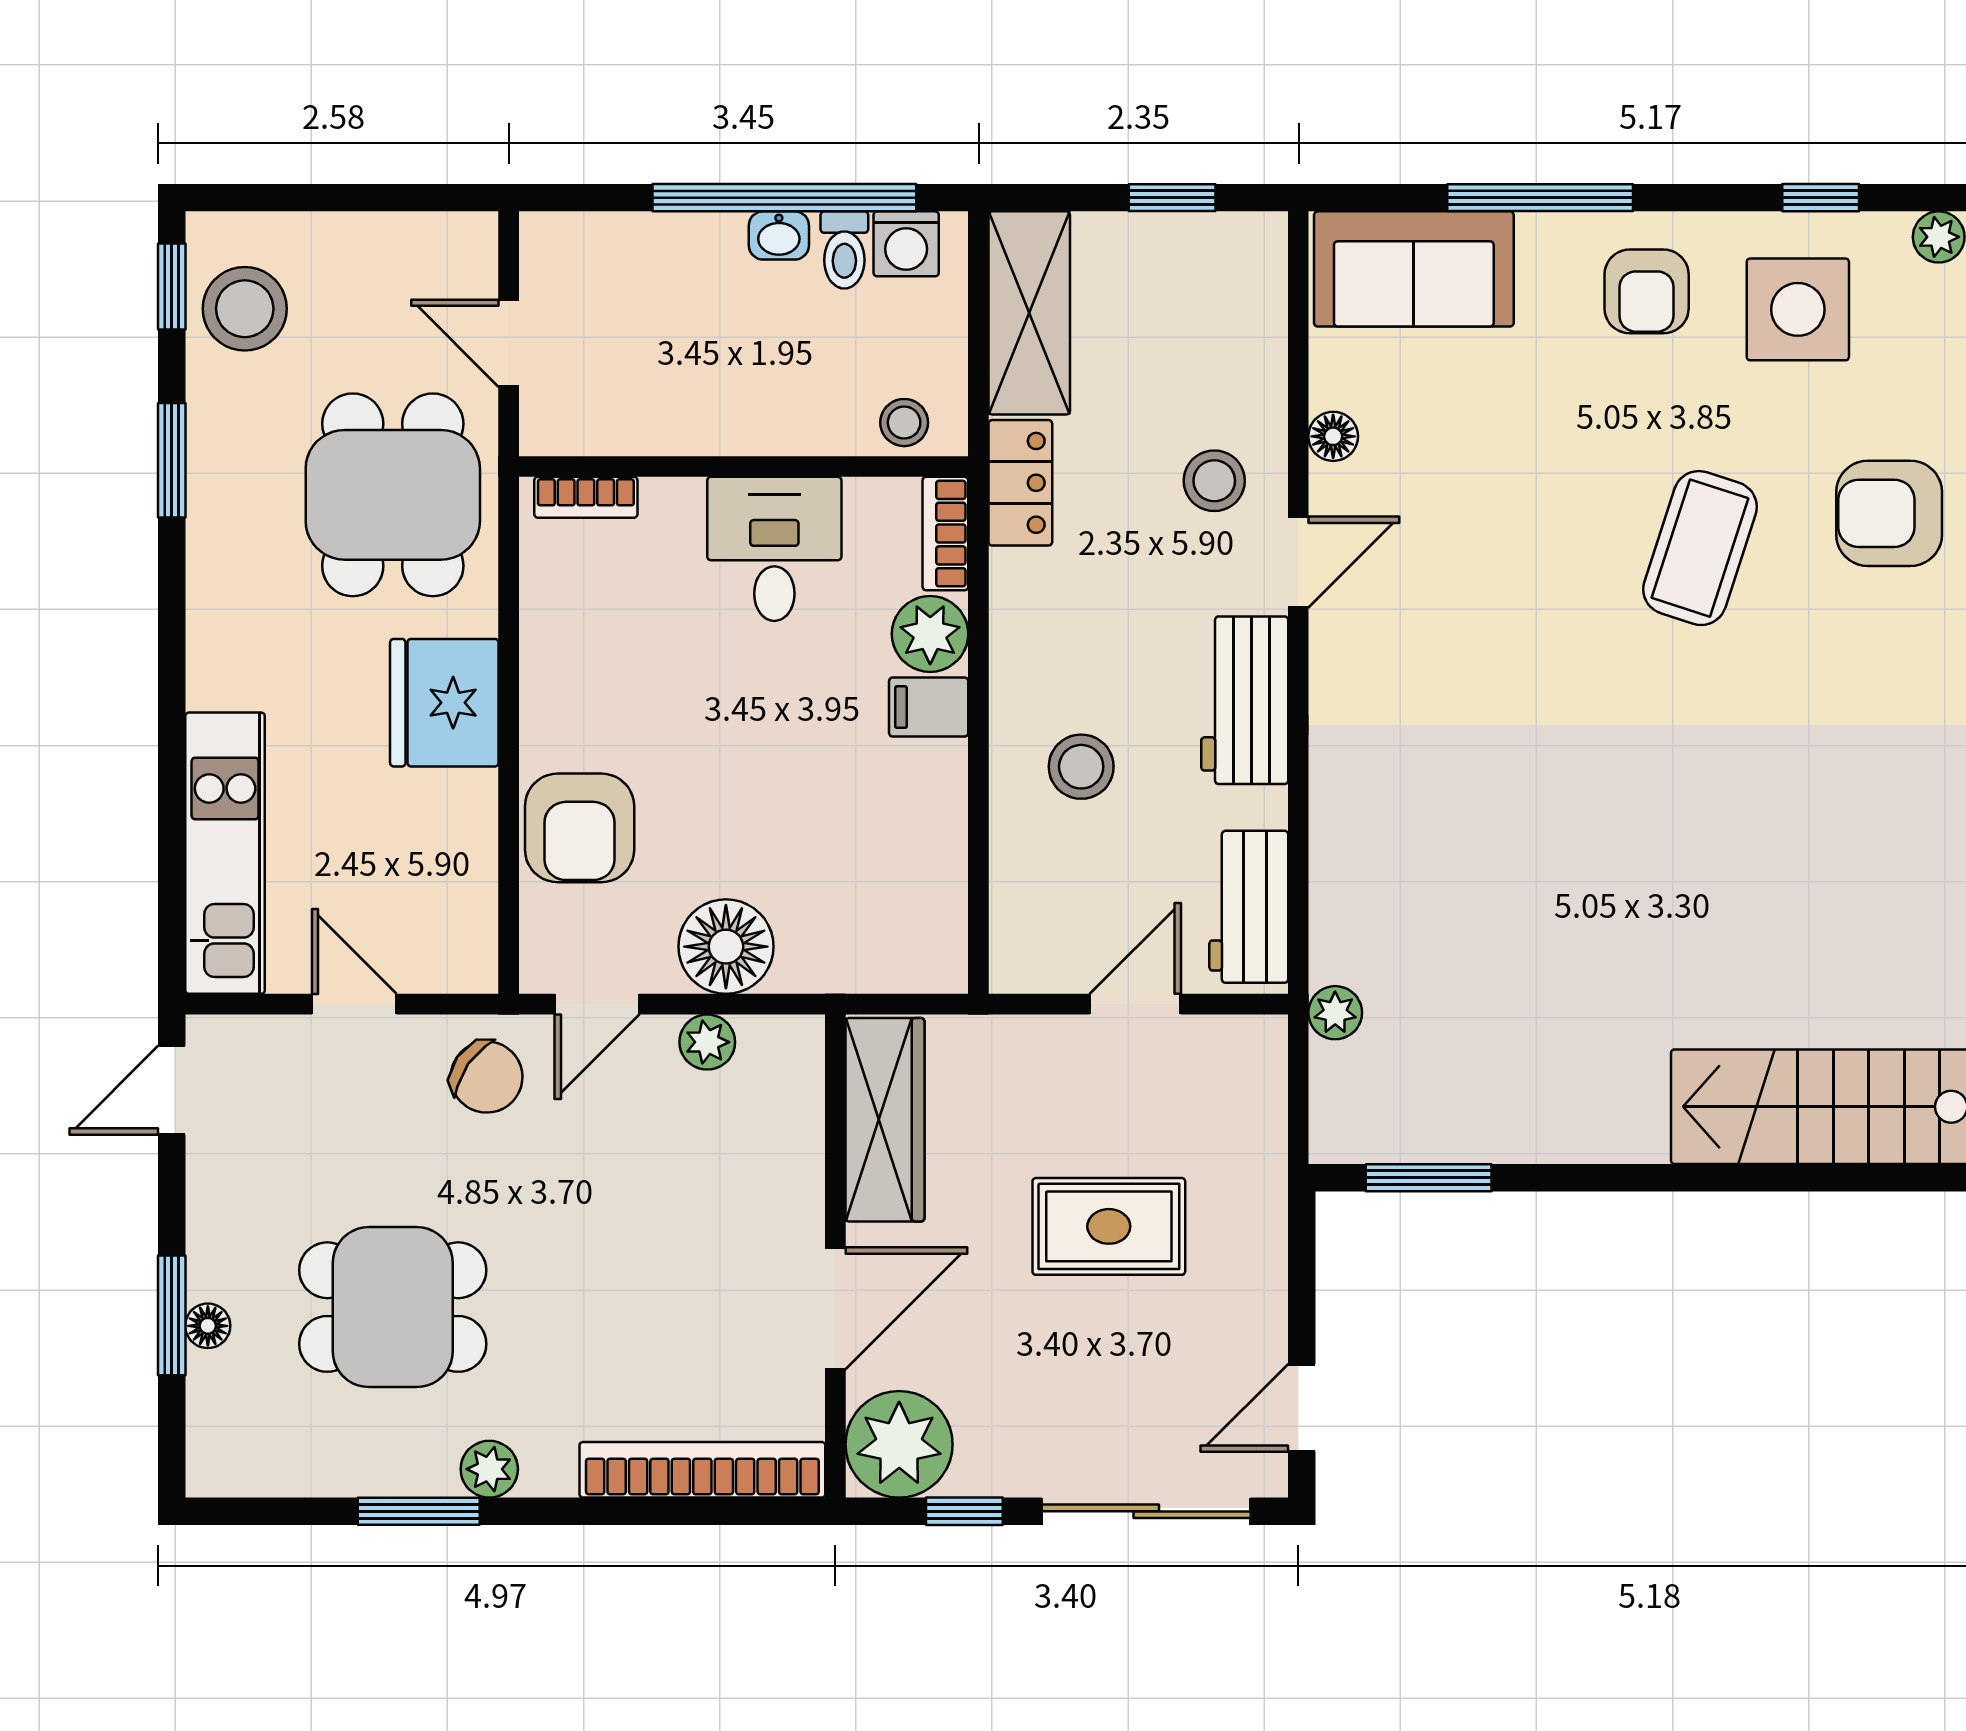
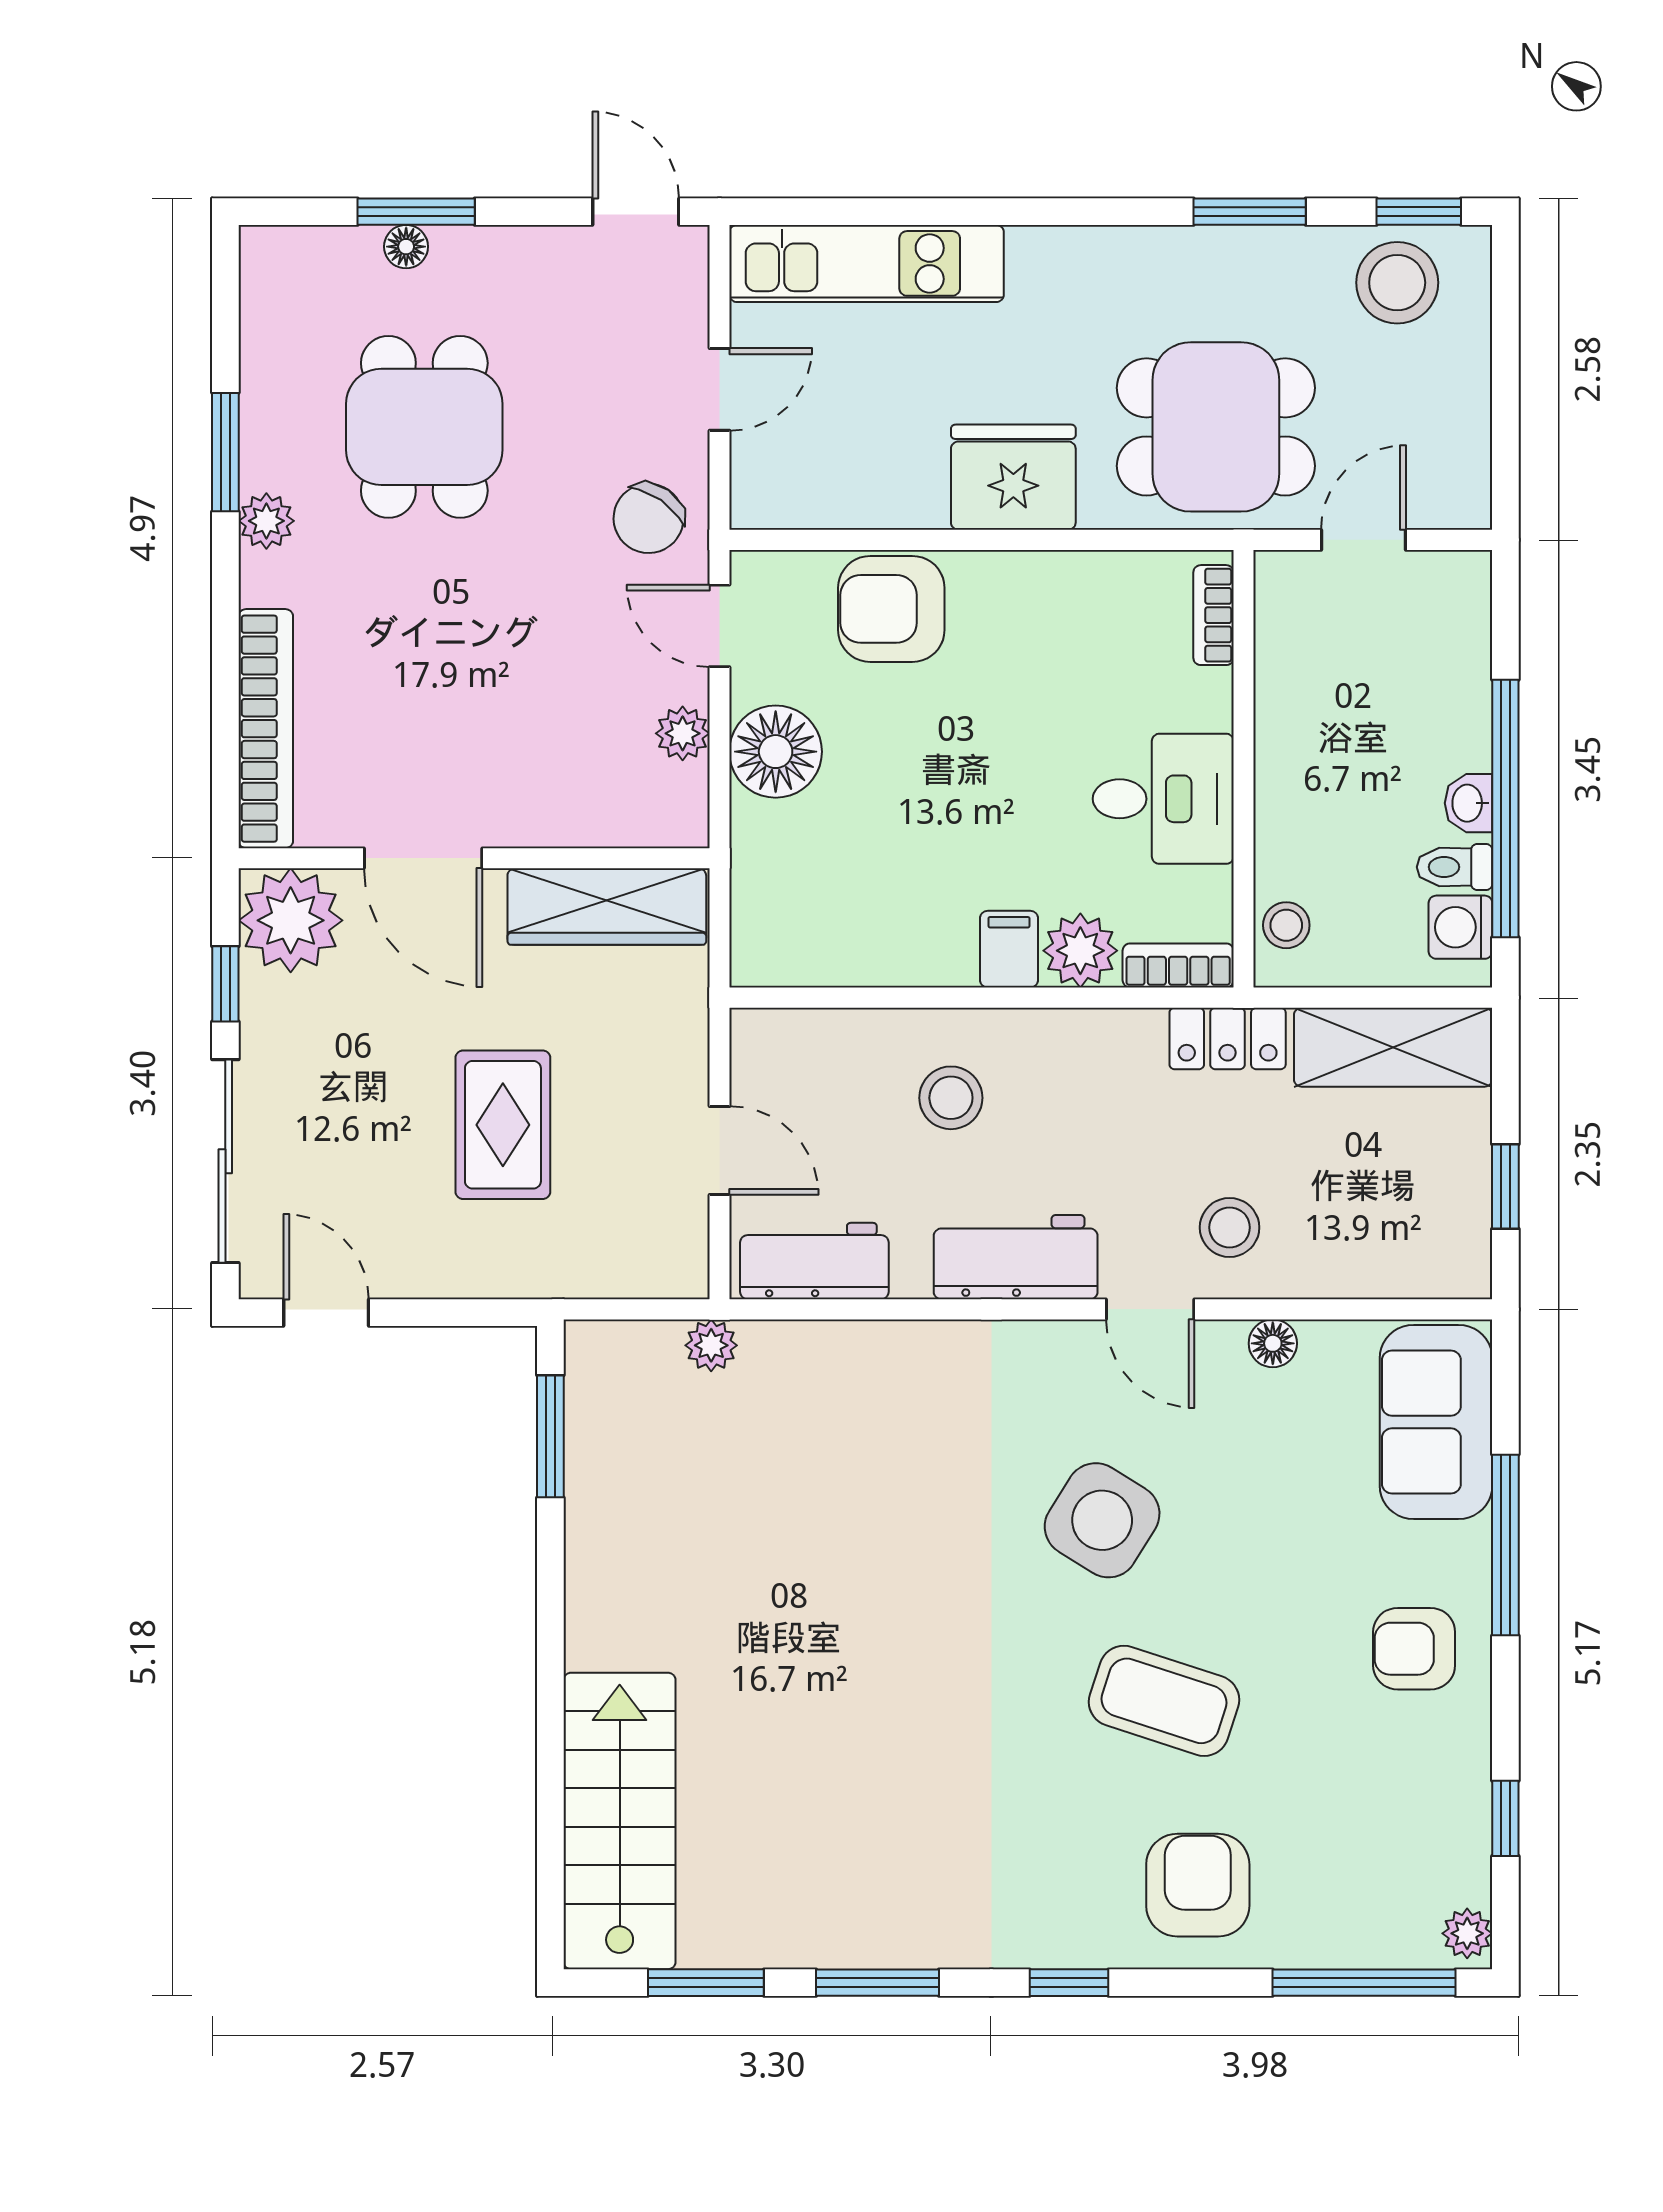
side table: (1798, 309) -> (1102, 1520), moved, turned 32

